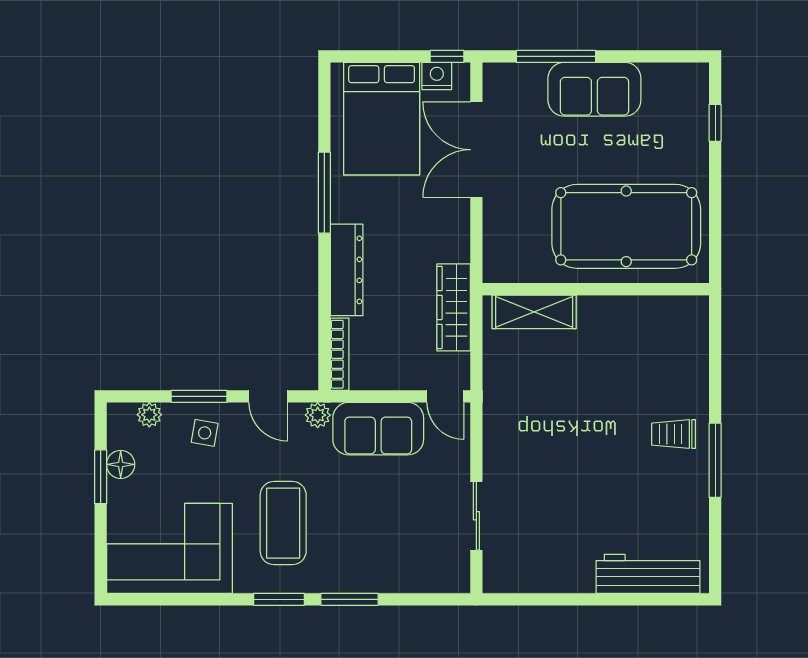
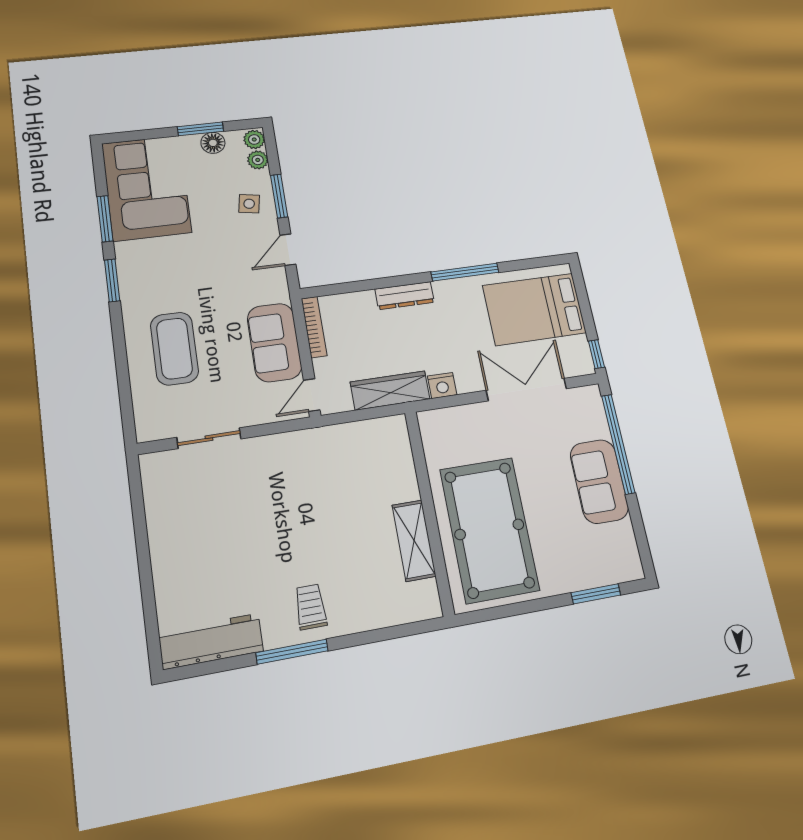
window: (556, 56) -> (618, 444), width x1.46
nightstand: (437, 76) -> (442, 385), moved, turned 90
window: (715, 123) -> (596, 594), width x1.50
dresser: (347, 270) -> (405, 296), width x0.73, depth x0.80
shelving: (534, 312) -> (414, 541), moved
bookcase: (340, 354) -> (314, 327), moved, turned -90
plant: (318, 415) -> (254, 139), moved
coffee table: (283, 523) -> (174, 348), moved, turned 90
workbench: (648, 574) -> (211, 641), moved, turned -90
window: (350, 599) -> (105, 219), moved

